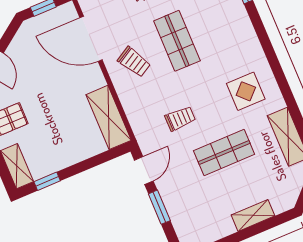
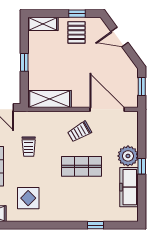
door: (91, 39) -> (107, 109), hinge flipped
window: (47, 181) -> (24, 62), moved

